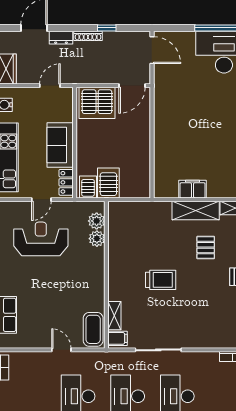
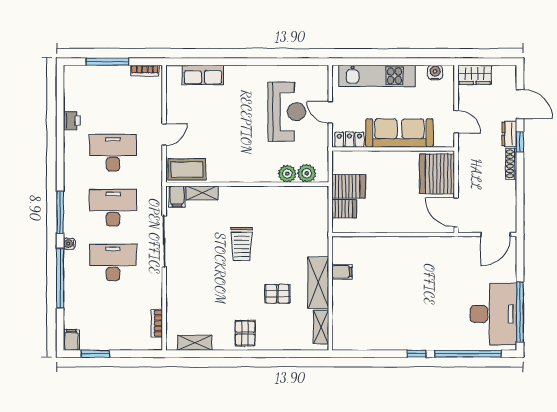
window: (107, 28) -> (520, 142), moved
sofa: (60, 145) -> (399, 133), width x1.36
server rack: (88, 187) -> (344, 209), moved
filing cabinet: (193, 189) -> (342, 272), width x0.50

